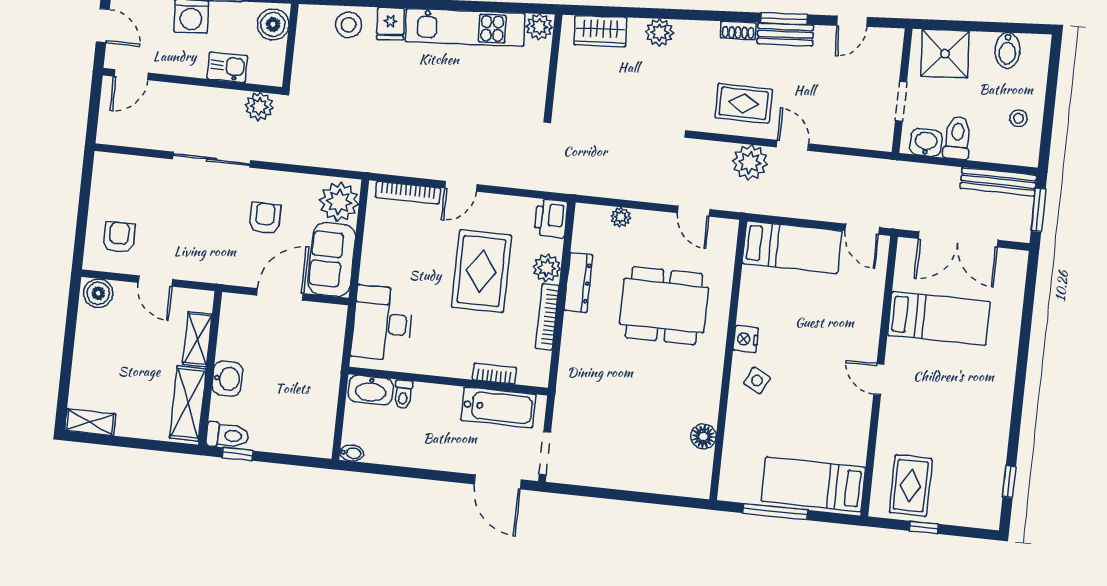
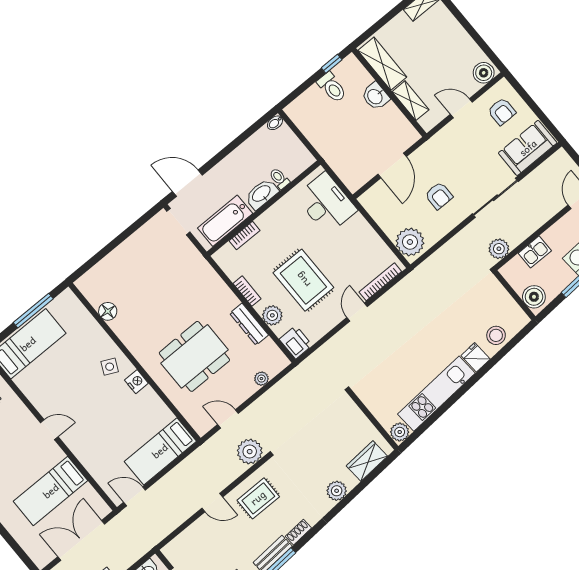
plant: (750, 162) -> (250, 452), moved
sofa: (332, 259) -> (528, 148), moved, turned -90
bookcase: (547, 317) -> (247, 291), width x0.64
washbasin: (371, 390) -> (262, 194), moved
toilet: (227, 435) -> (332, 87), moved, turned -90

